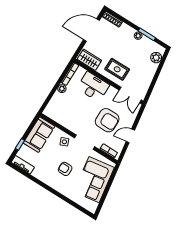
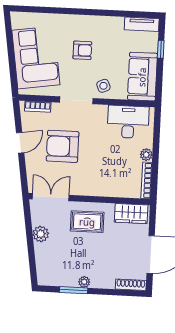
plant: (156, 58) -> (41, 234), moved
desk: (93, 87) -> (128, 122), moved, turned 180

